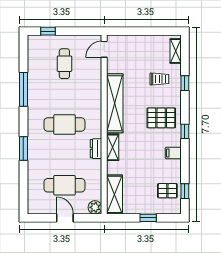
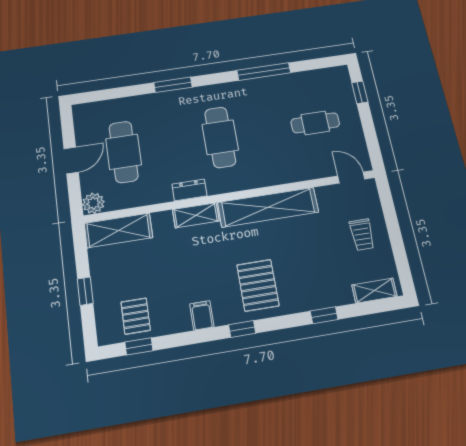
trolley: (159, 79) -> (362, 234), moved

